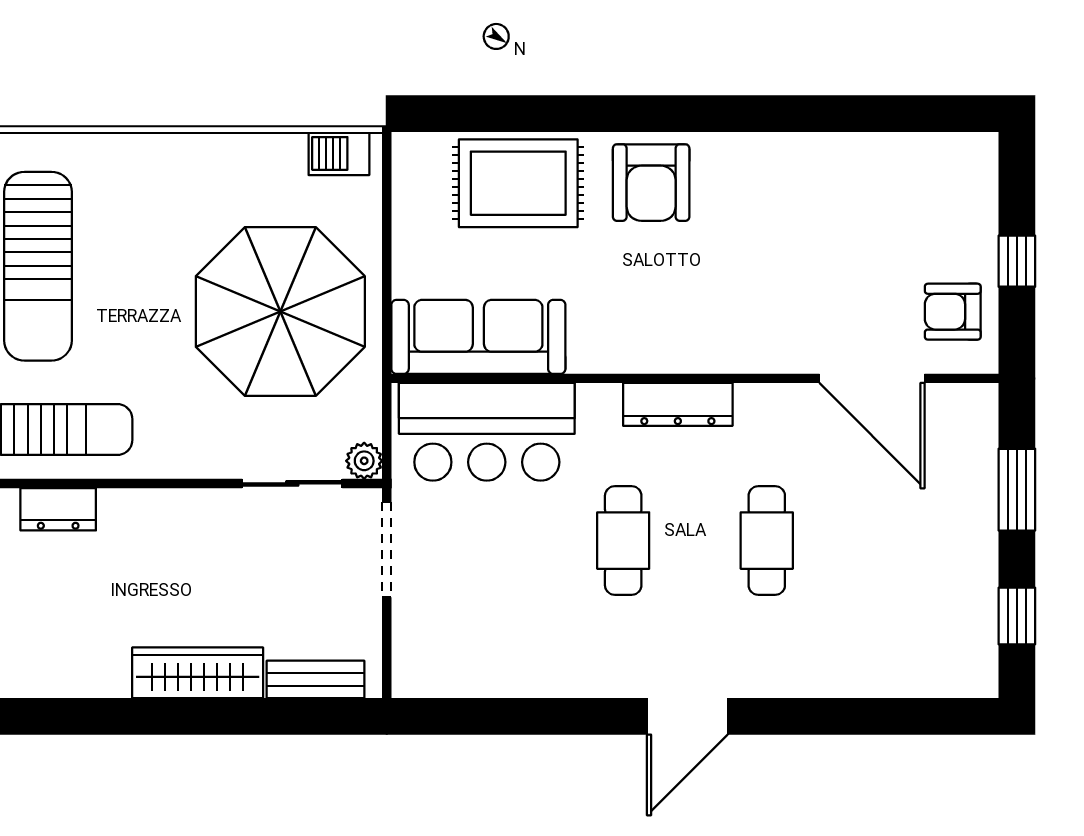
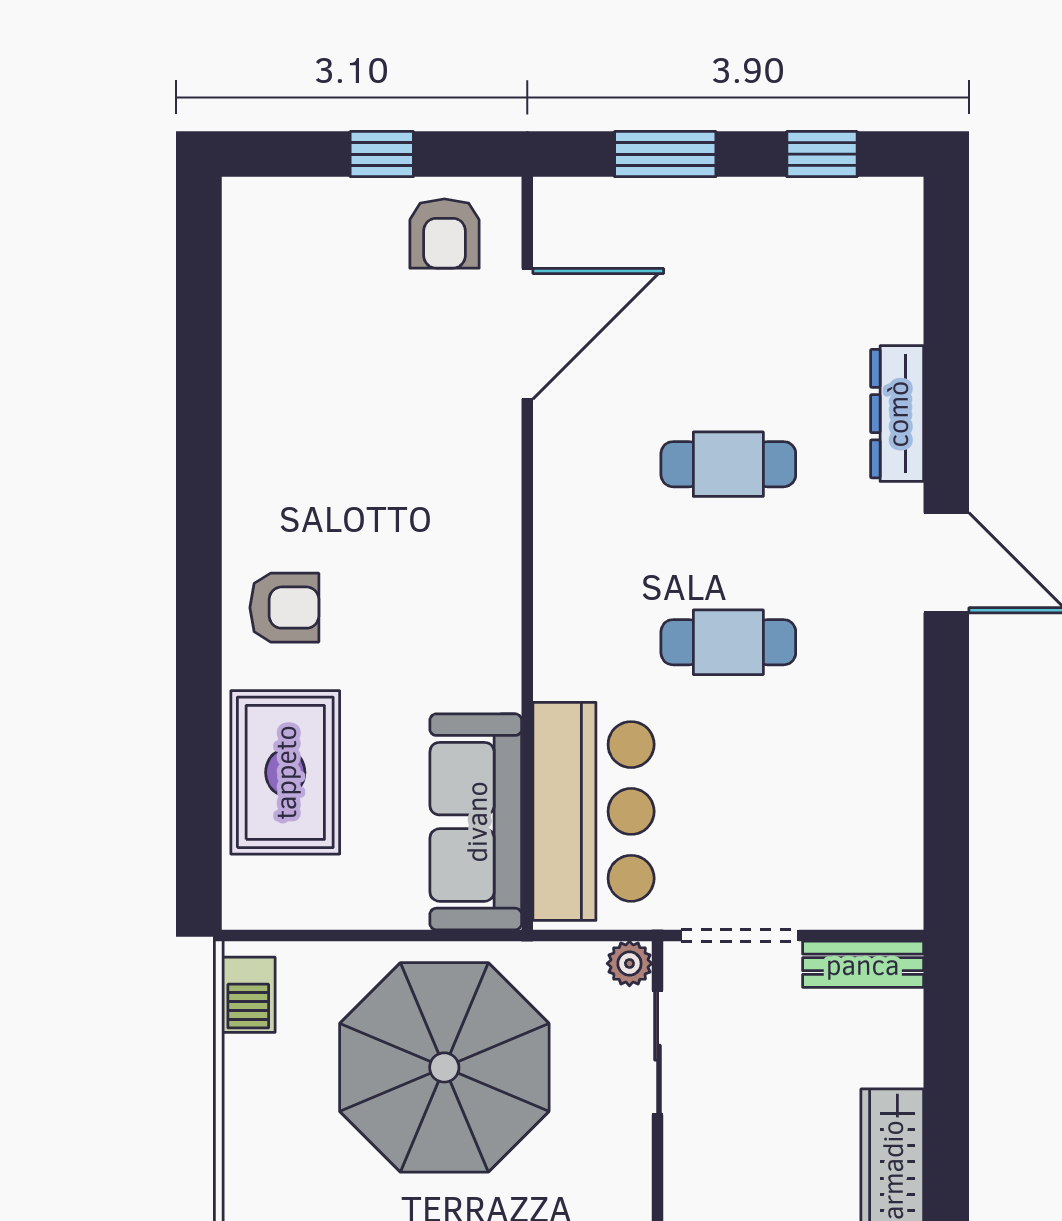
armchair: (651, 183) -> (284, 608), width x0.72, depth x0.72
dresser: (678, 404) -> (897, 414), moved, turned 180
bench: (316, 679) -> (863, 964), moved, turned 90

